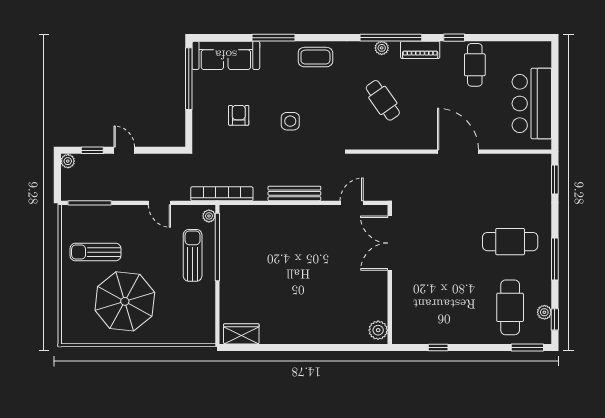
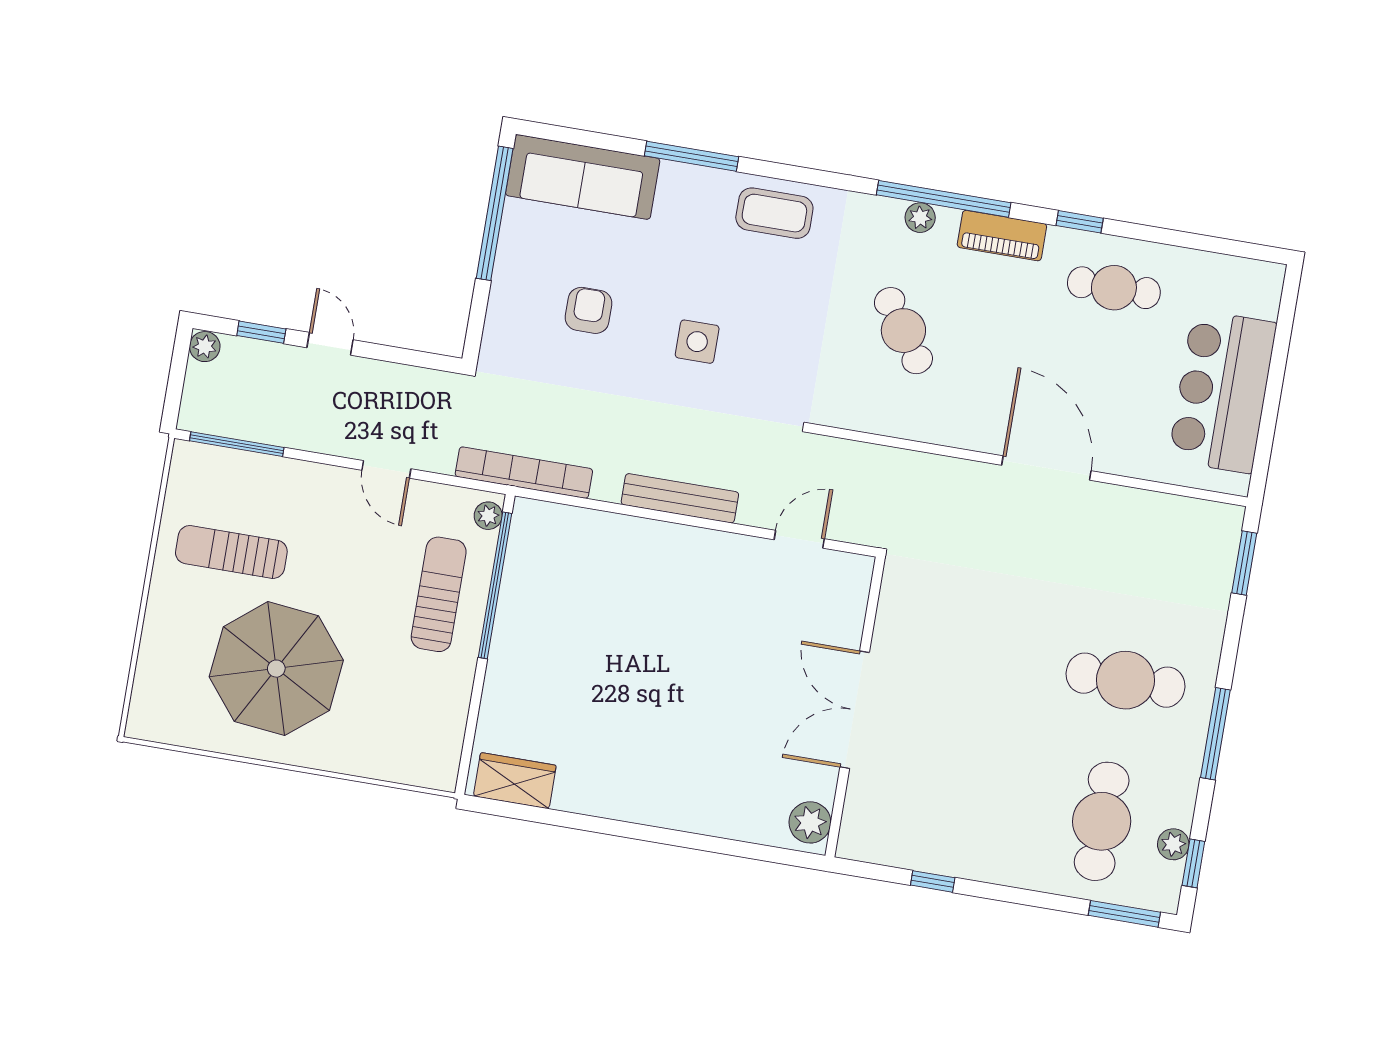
cafe table: (475, 65) -> (1114, 288), turned 90
double door: (390, 243) -> (855, 710), moved

